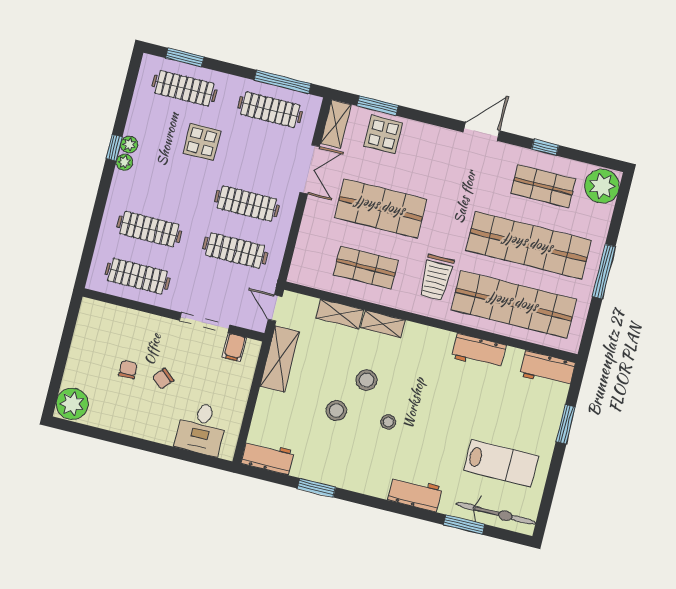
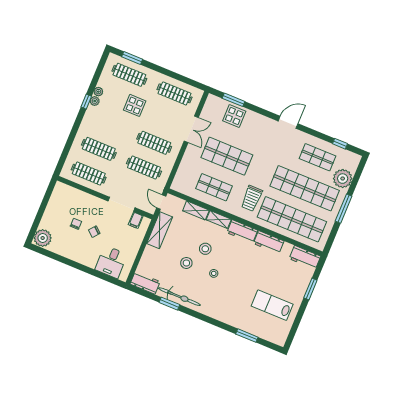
window: (283, 82) -> (184, 79), removed
shelving: (336, 124) -> (209, 107), removed
window: (545, 147) -> (340, 144), moved
plant: (124, 162) -> (98, 92), moved
plant: (602, 186) -> (343, 179), moved
lab bench: (501, 463) -> (272, 305), turned 180
workbench: (415, 493) -> (242, 231), moved, turned 180
bicycle: (496, 513) -> (179, 297), moved

